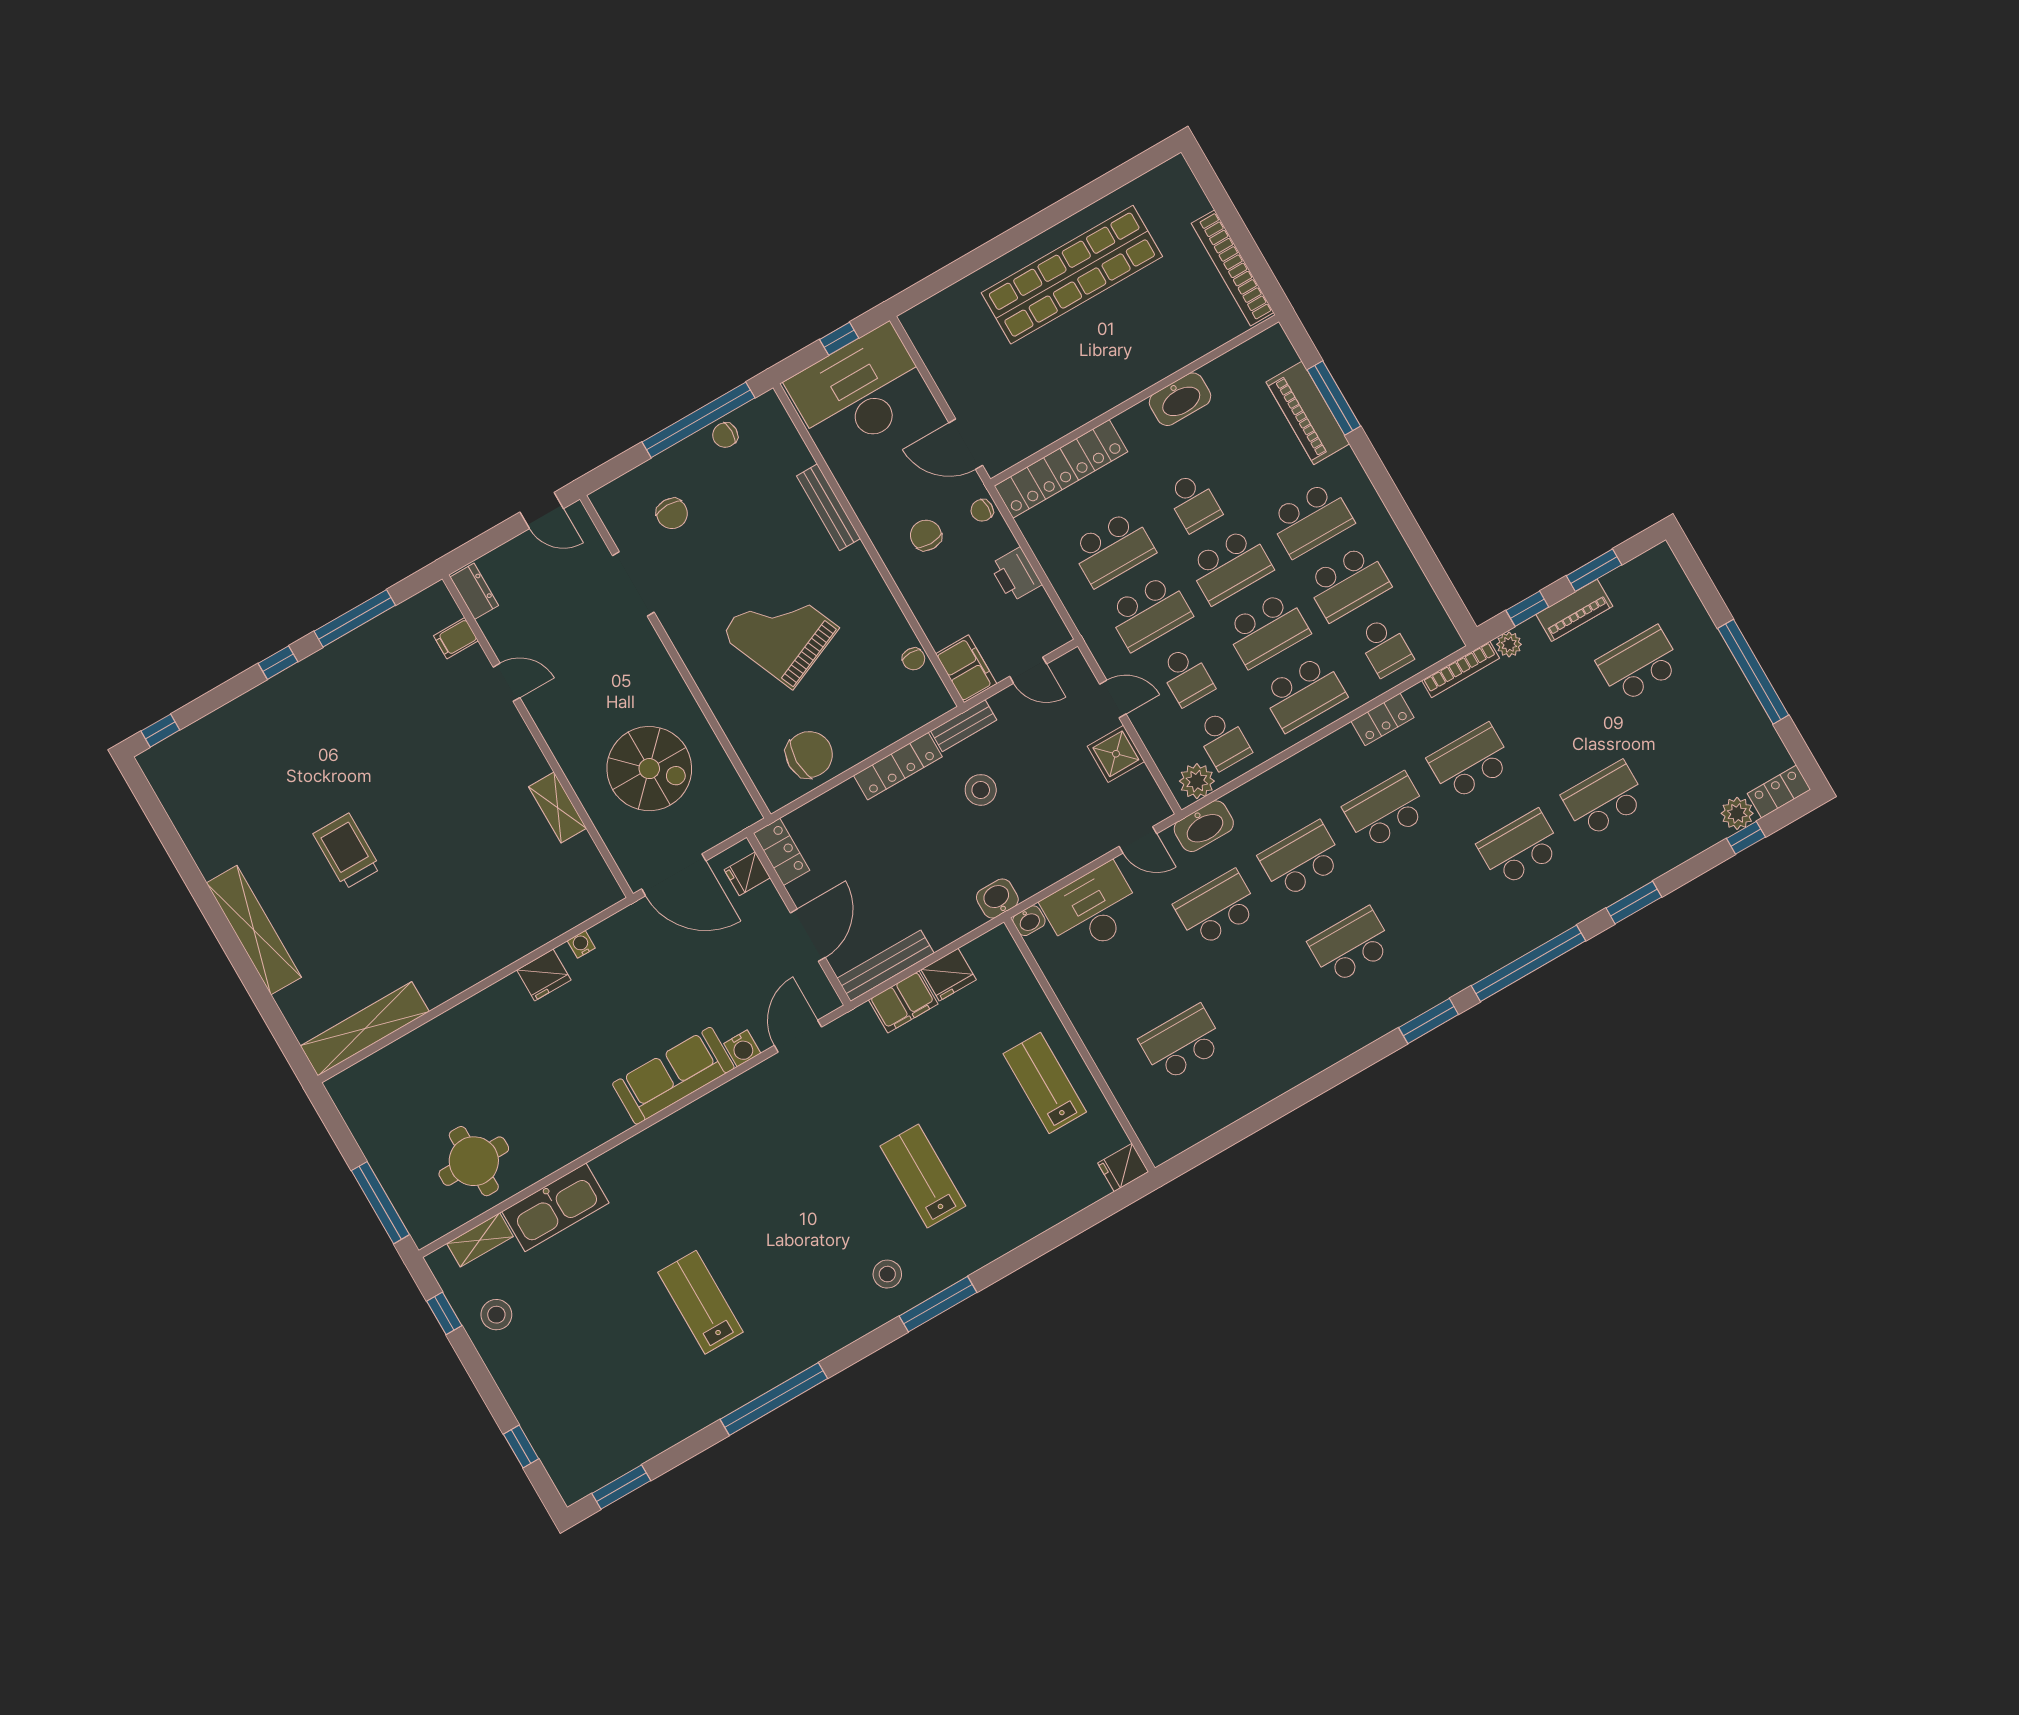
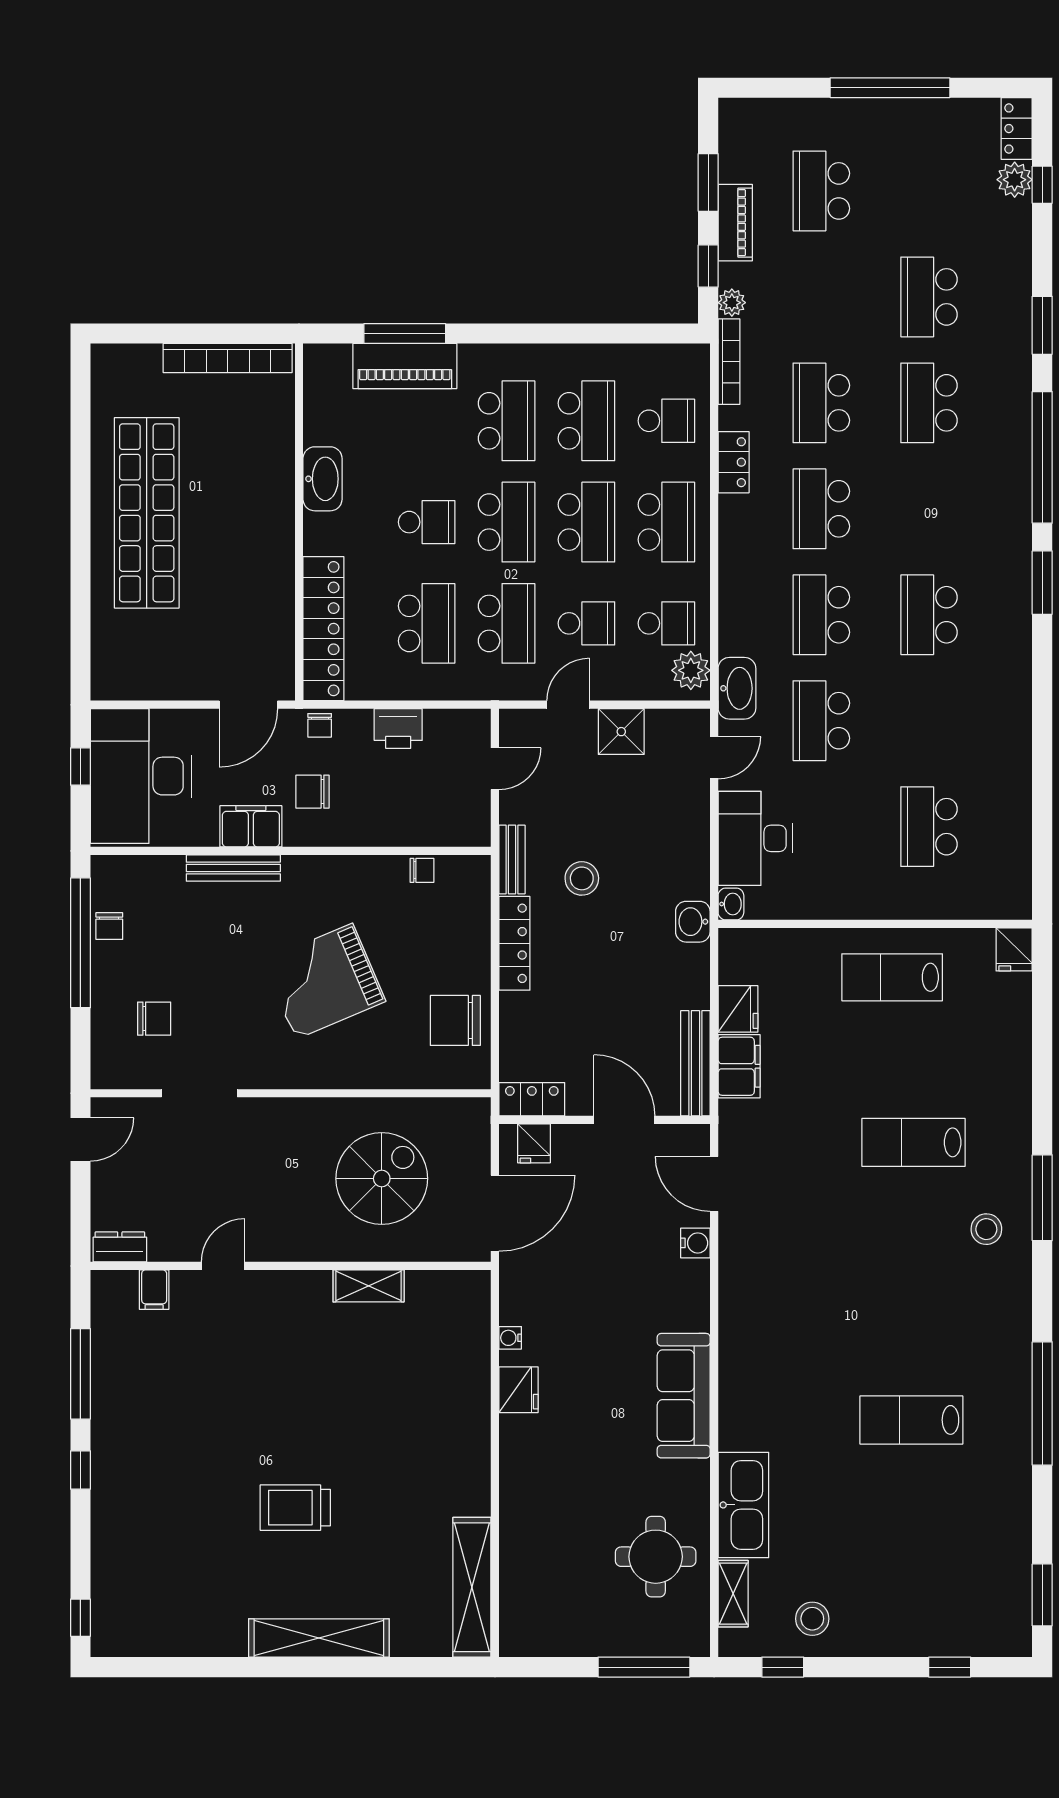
filing cabinet: (966, 669) -> (251, 826), moved
chair: (809, 755) -> (455, 1020), turned -90
sofa: (673, 1076) -> (684, 1396), moved

